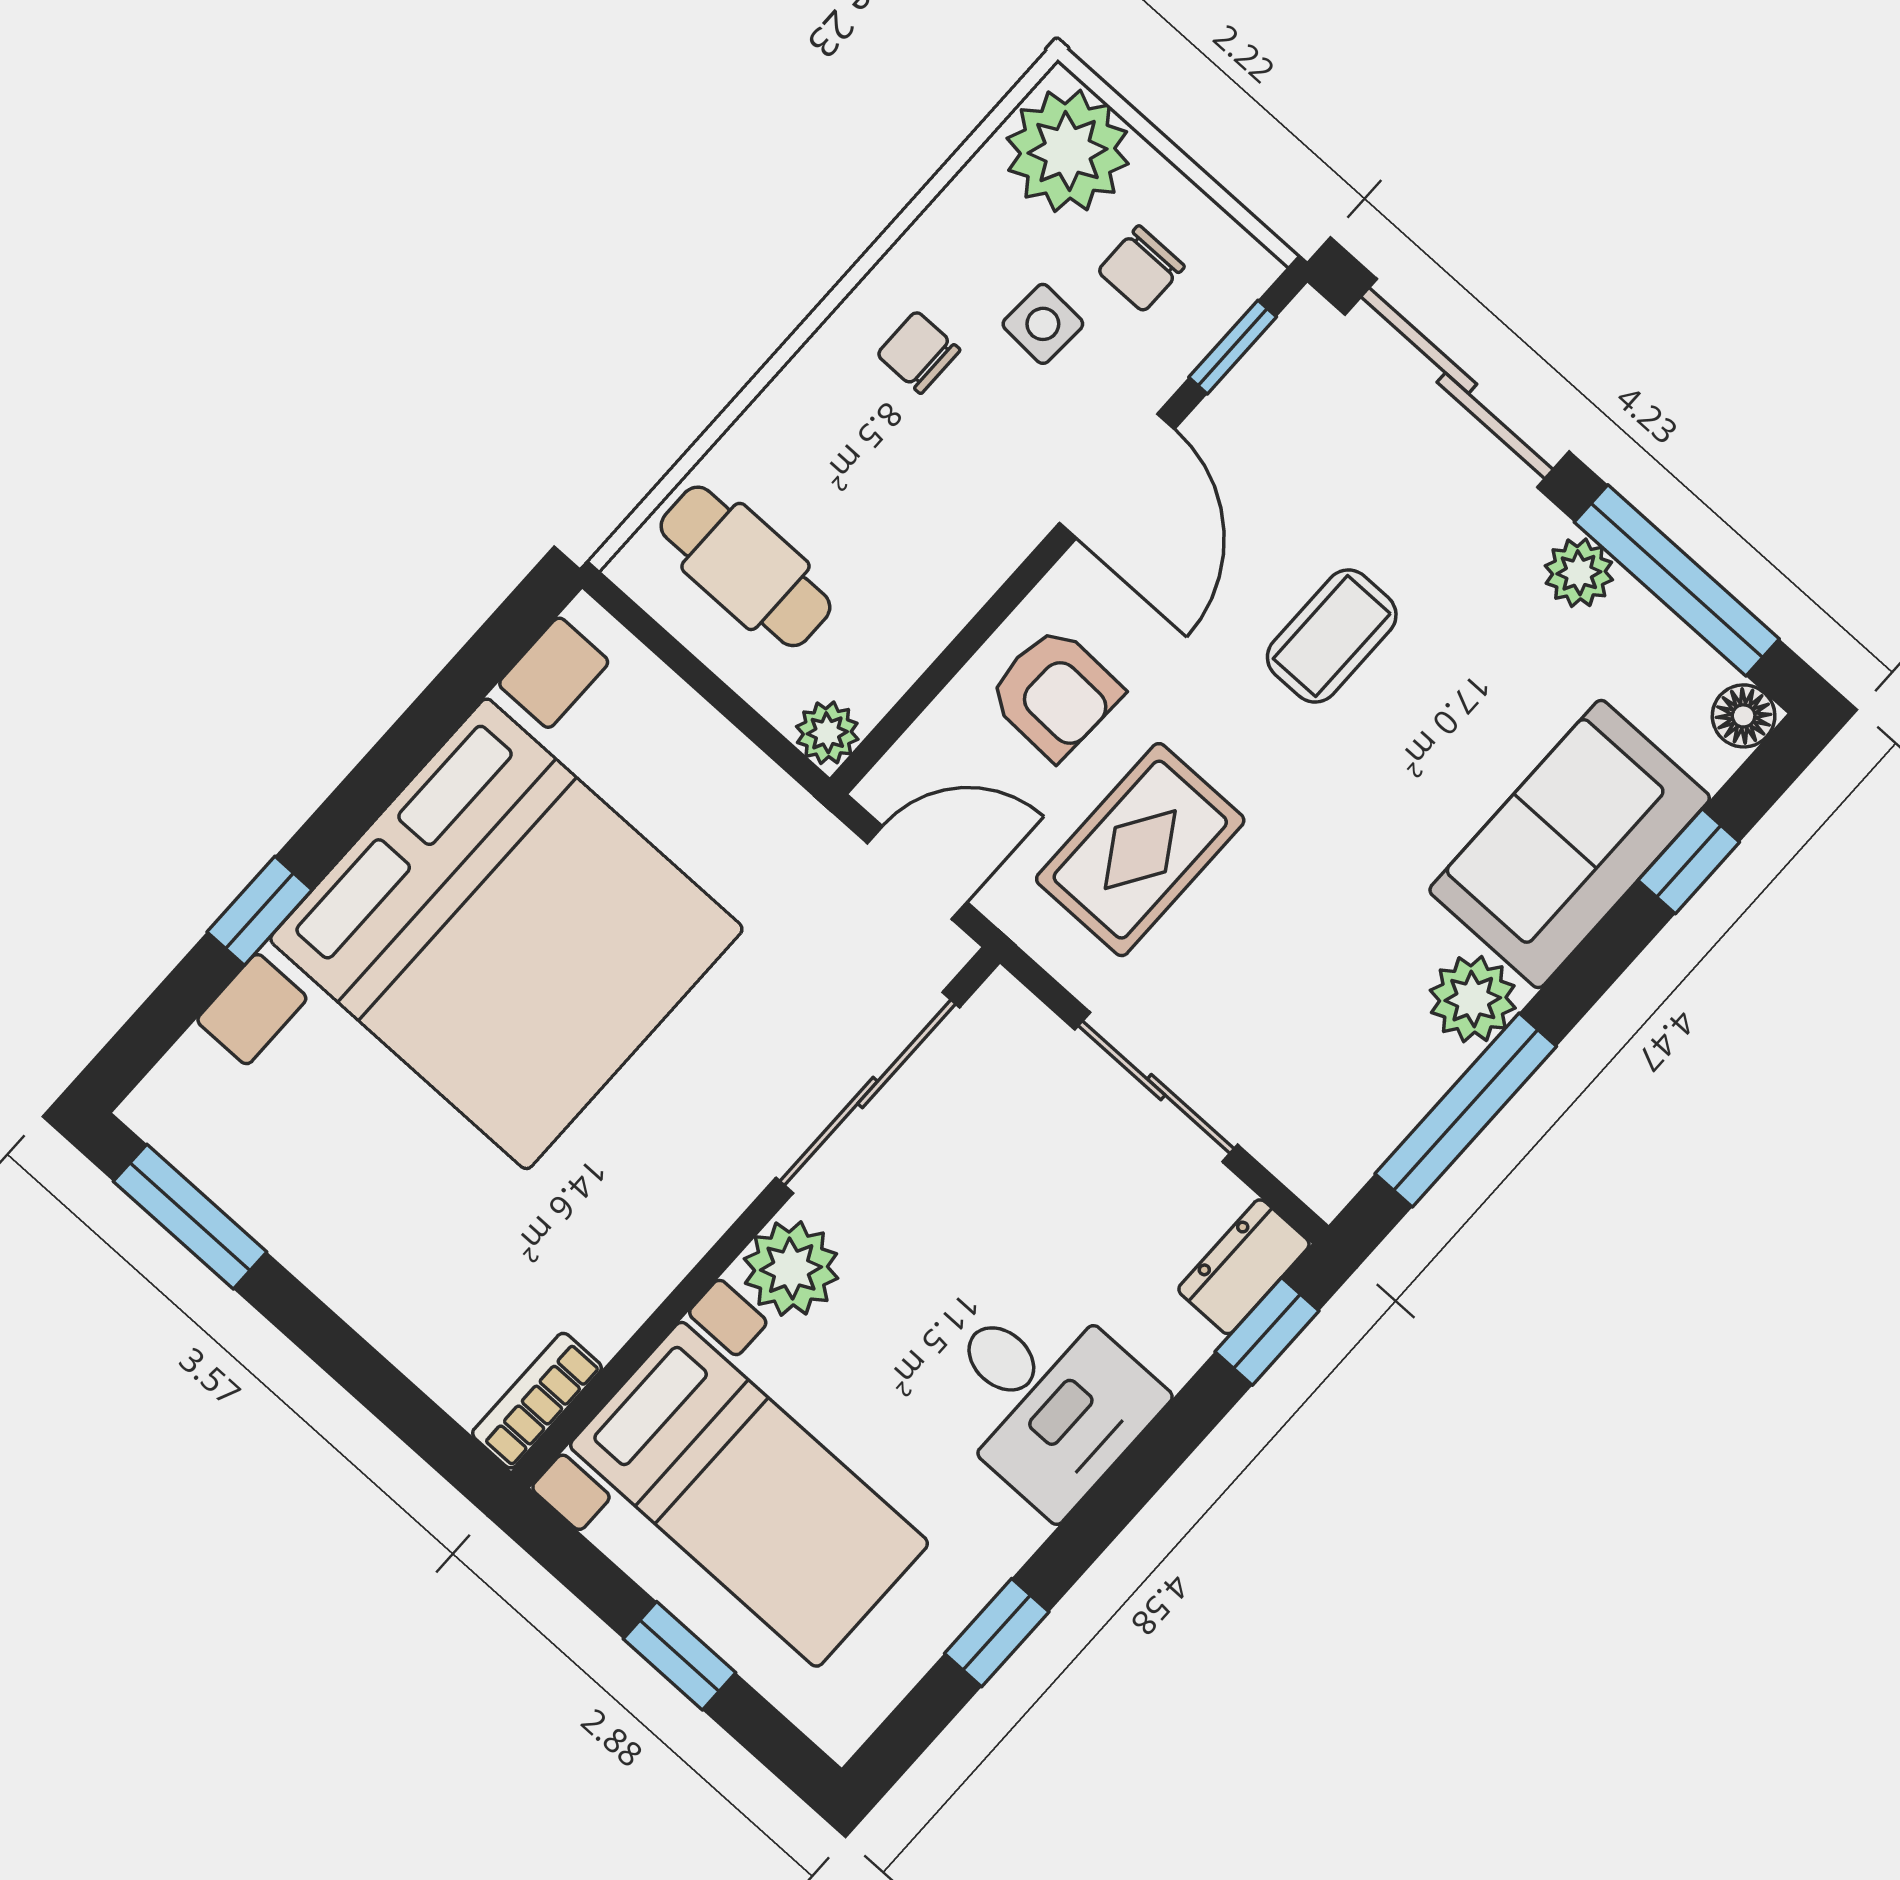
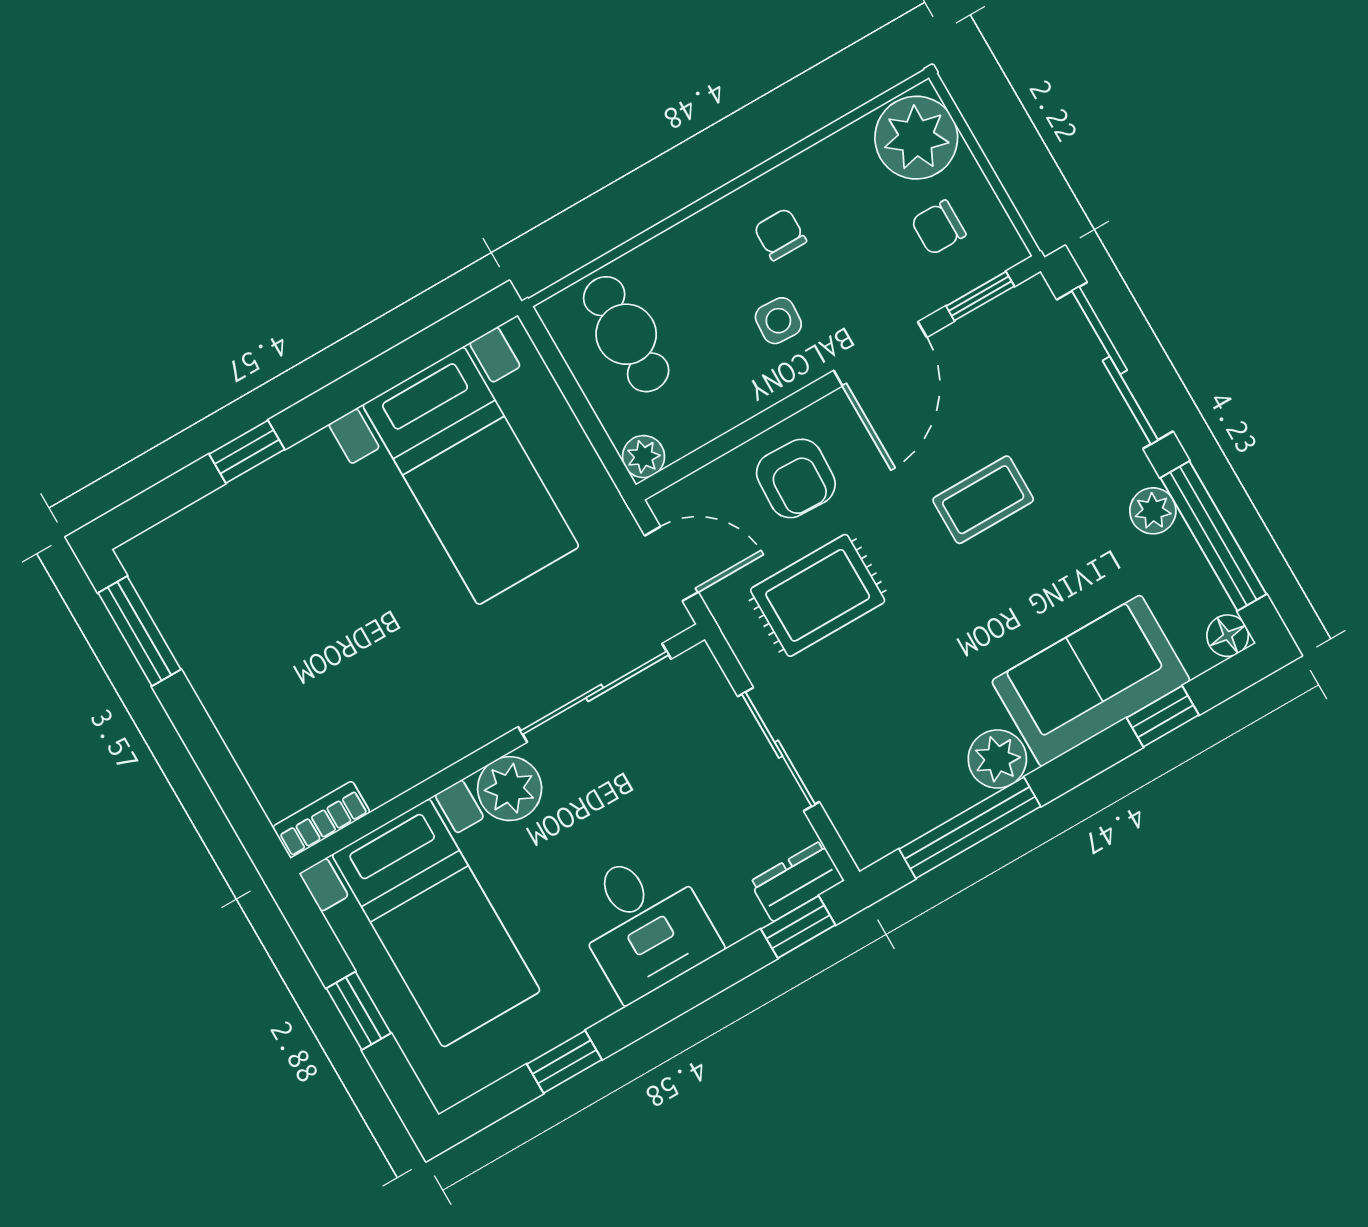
side table: (1043, 324) -> (778, 321), moved
bed with nightstands: (506, 934) -> (471, 476), width x0.54

